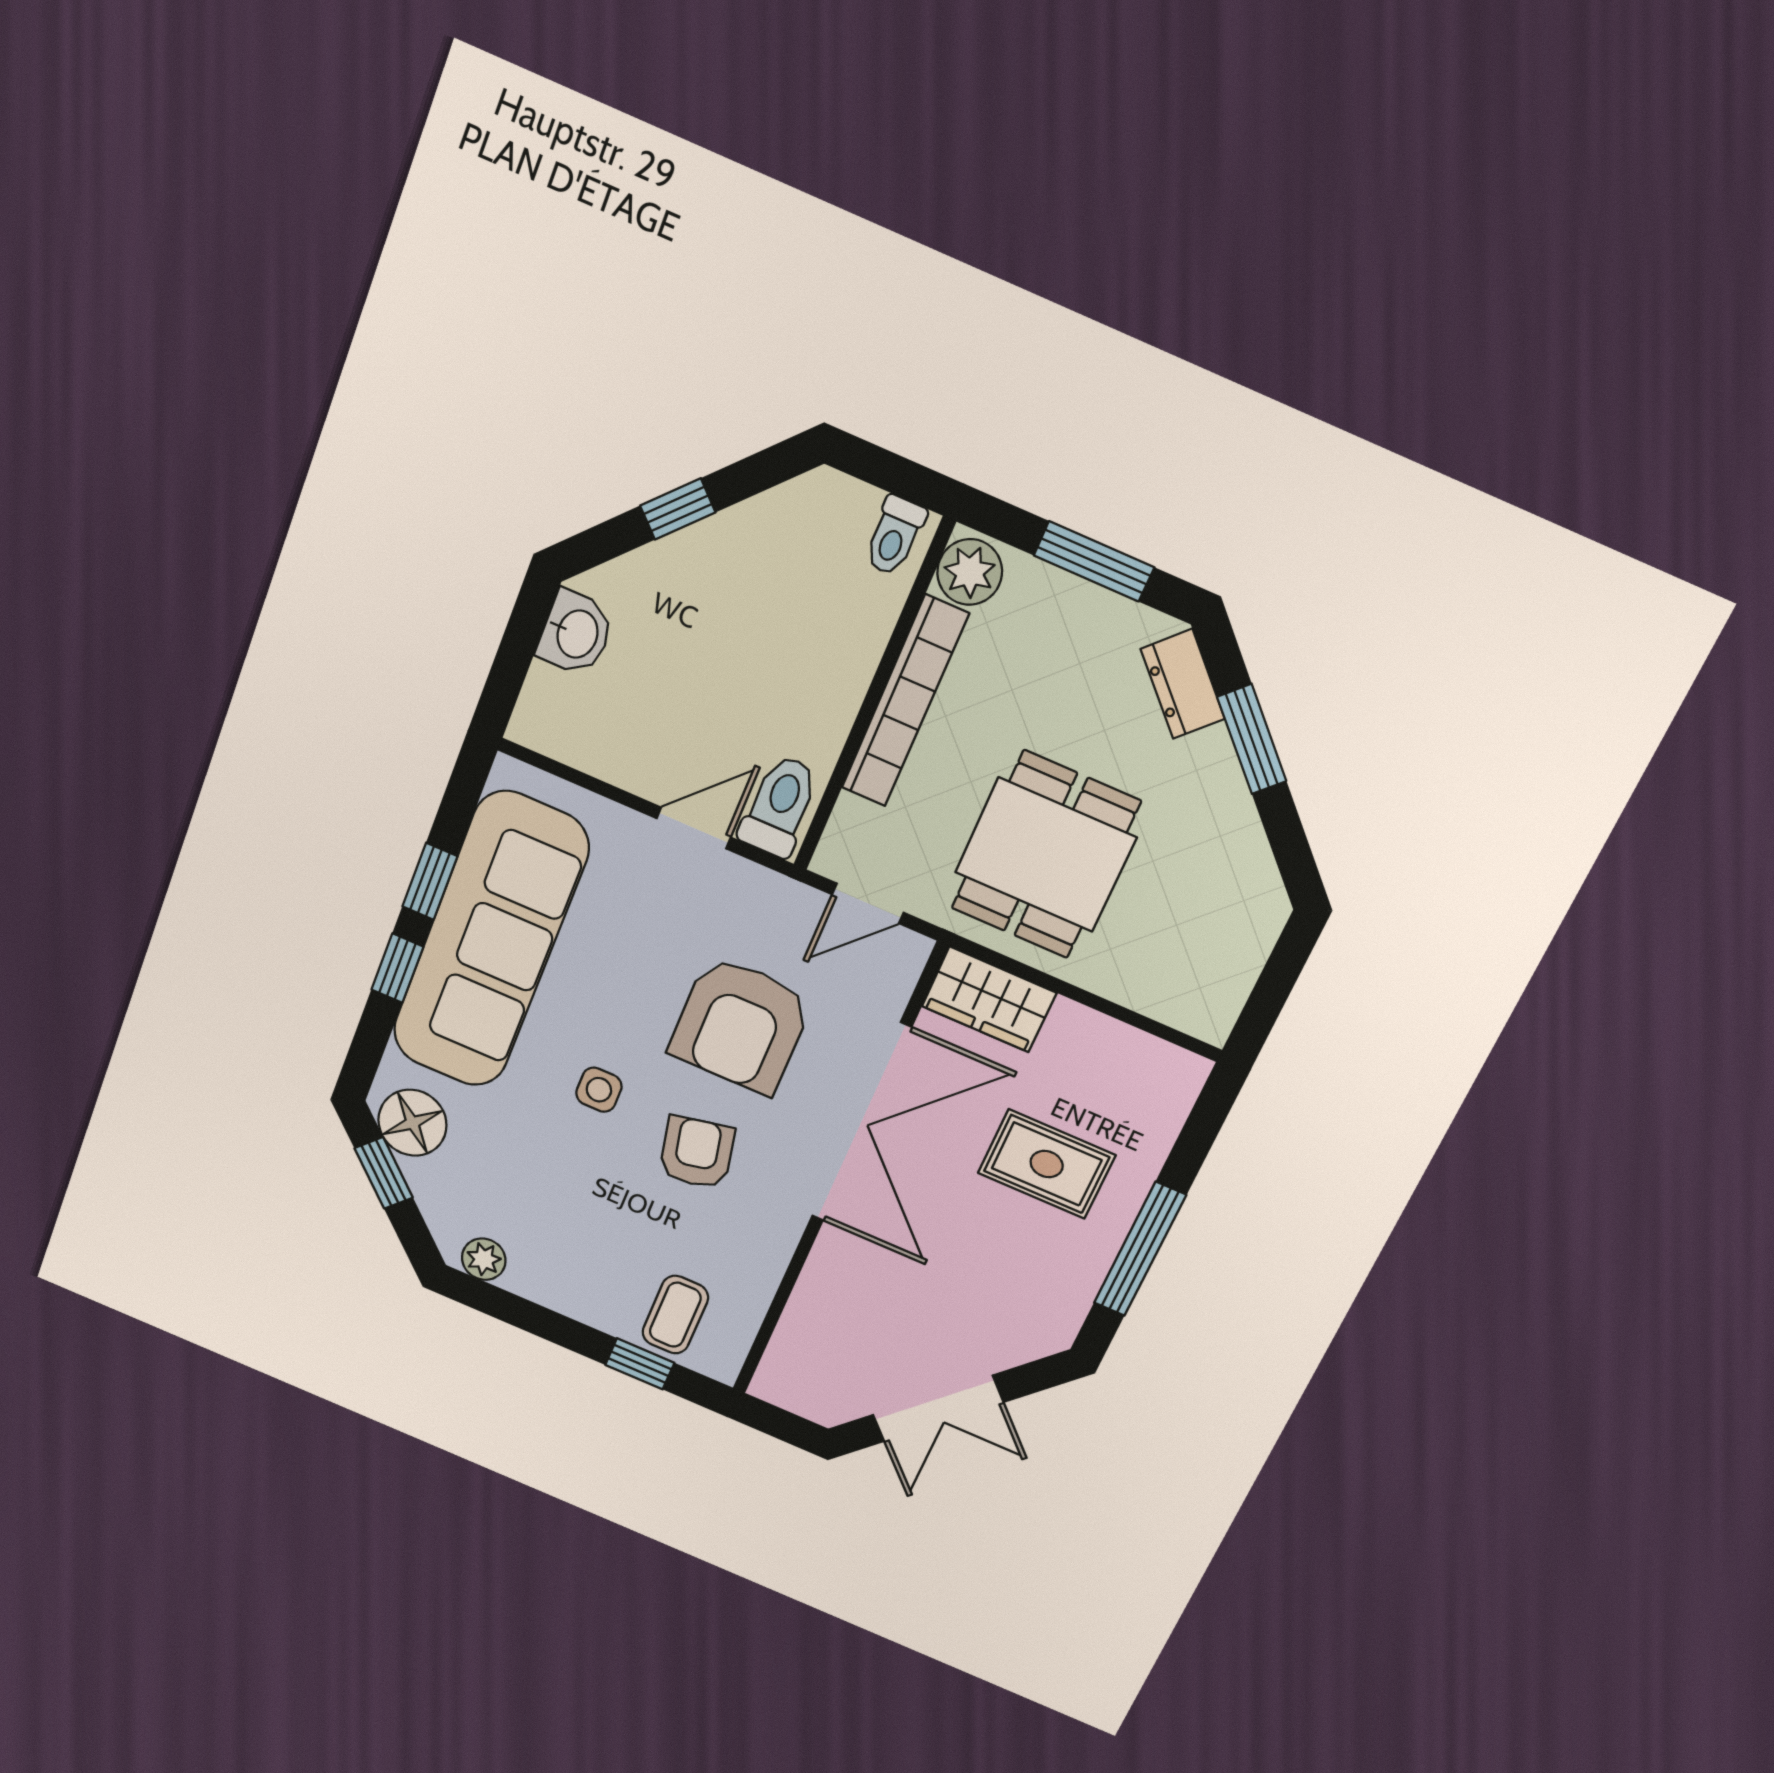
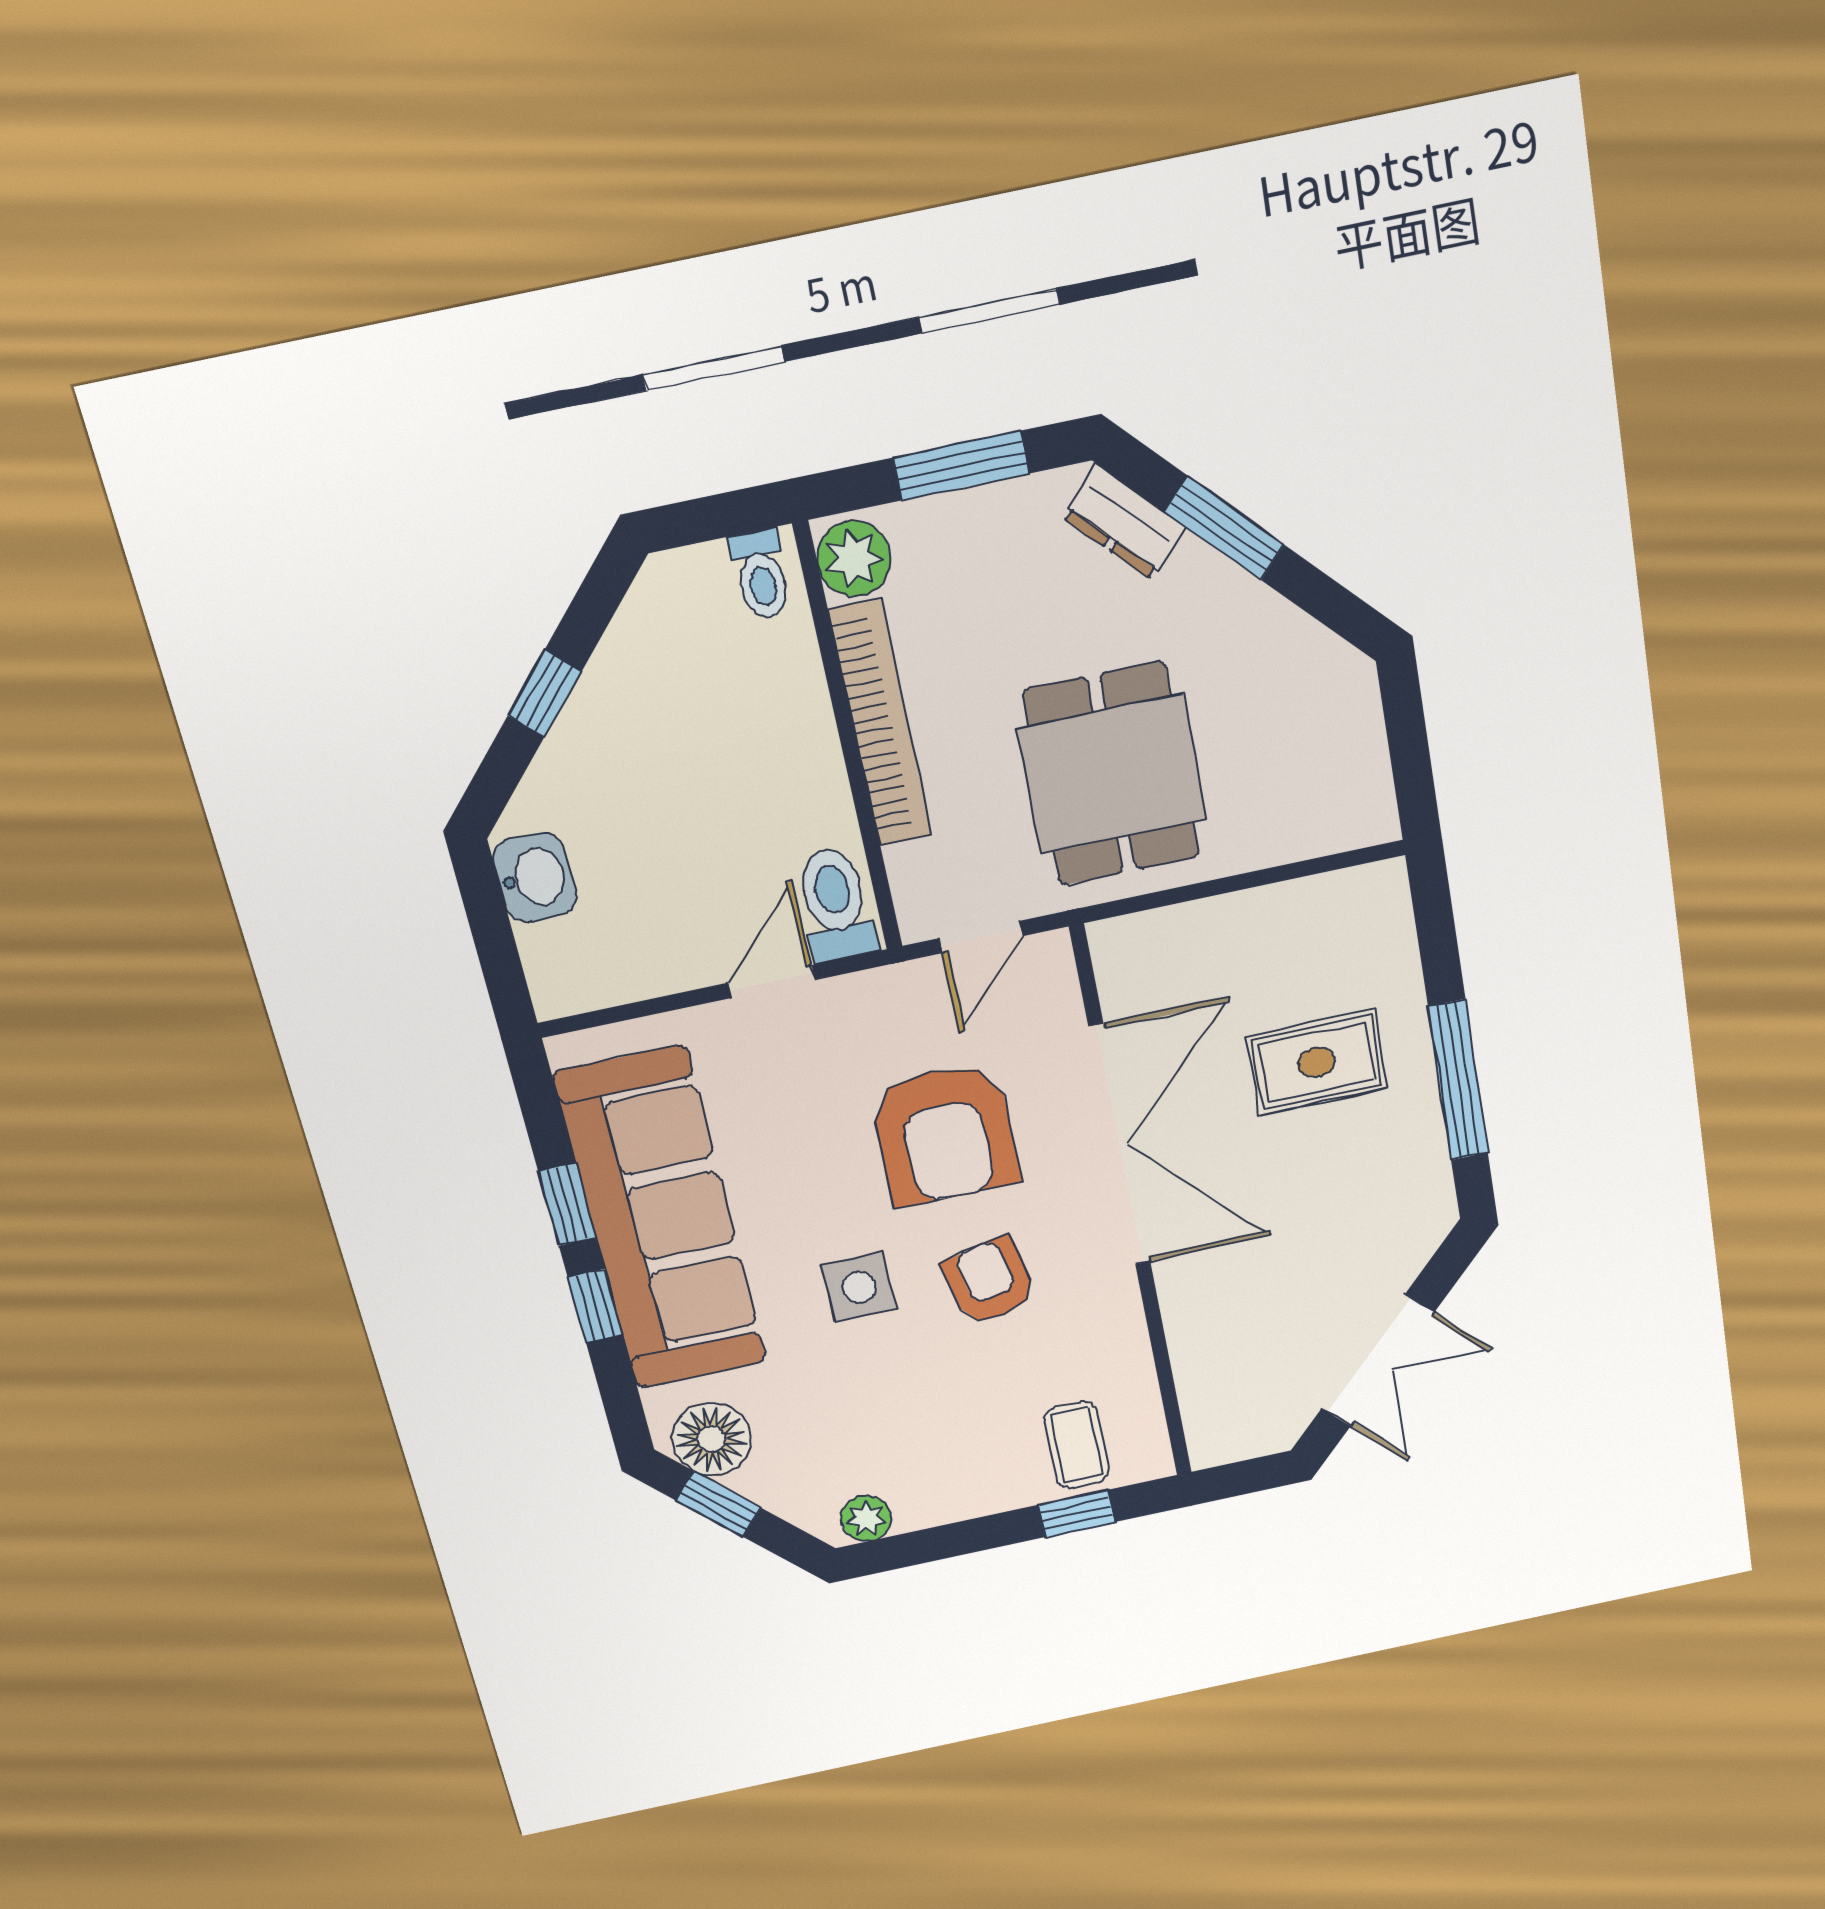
wardrobe: (989, 999) -> (1155, 947), removed
side table: (599, 1090) -> (859, 1287), width x1.37, depth x1.37

